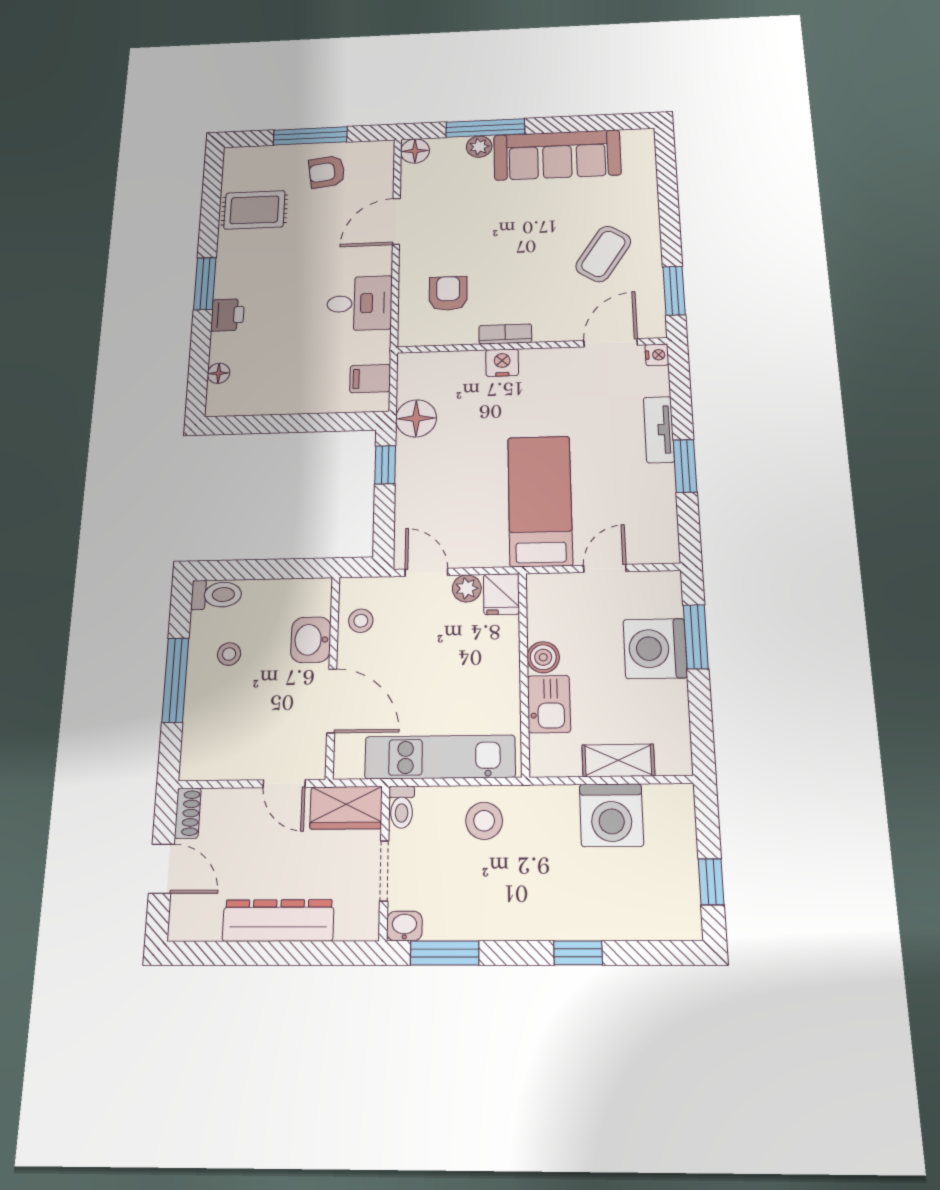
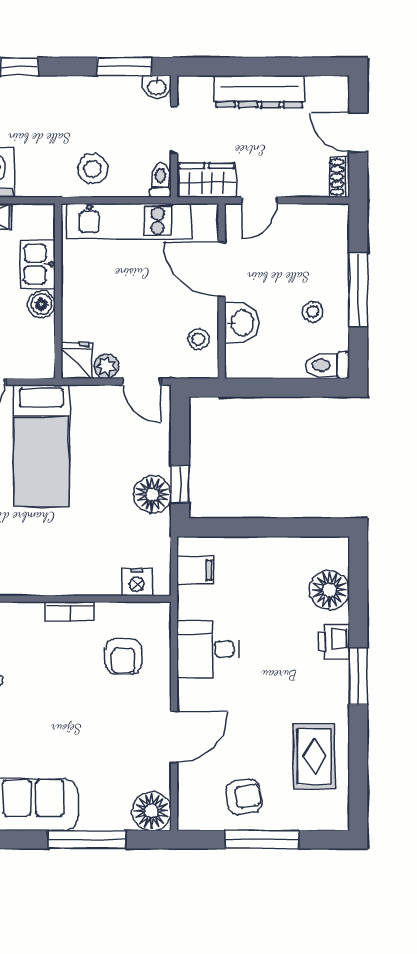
plant: (479, 147) -> (93, 818), removed
floor lamp: (415, 151) -> (151, 811), width x1.38, depth x1.38
rug: (254, 210) -> (314, 757), turned 90
nightstand: (502, 363) -> (137, 582), moved
floor lamp: (219, 373) -> (329, 590), width x1.89, depth x1.89
floor lamp: (416, 418) -> (152, 495), moved
door: (284, 784) -> (259, 200), swing flipped

